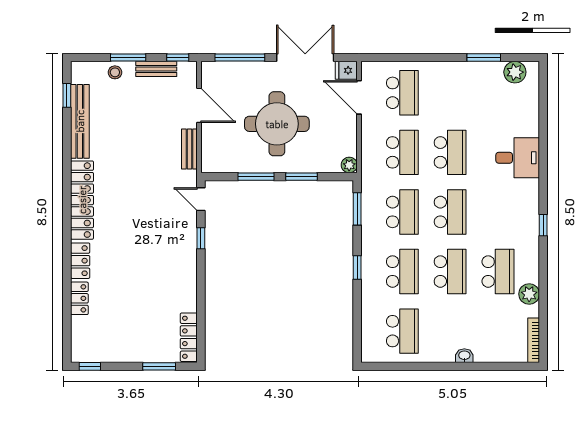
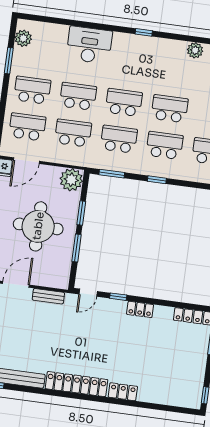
desk: (518, 158) -> (89, 45), width x1.37
plant: (349, 165) -> (71, 180), width x1.88, depth x1.88
school desk: (498, 272) -> (32, 90), moved
locker: (79, 298) -> (140, 309), moved, turned 180

